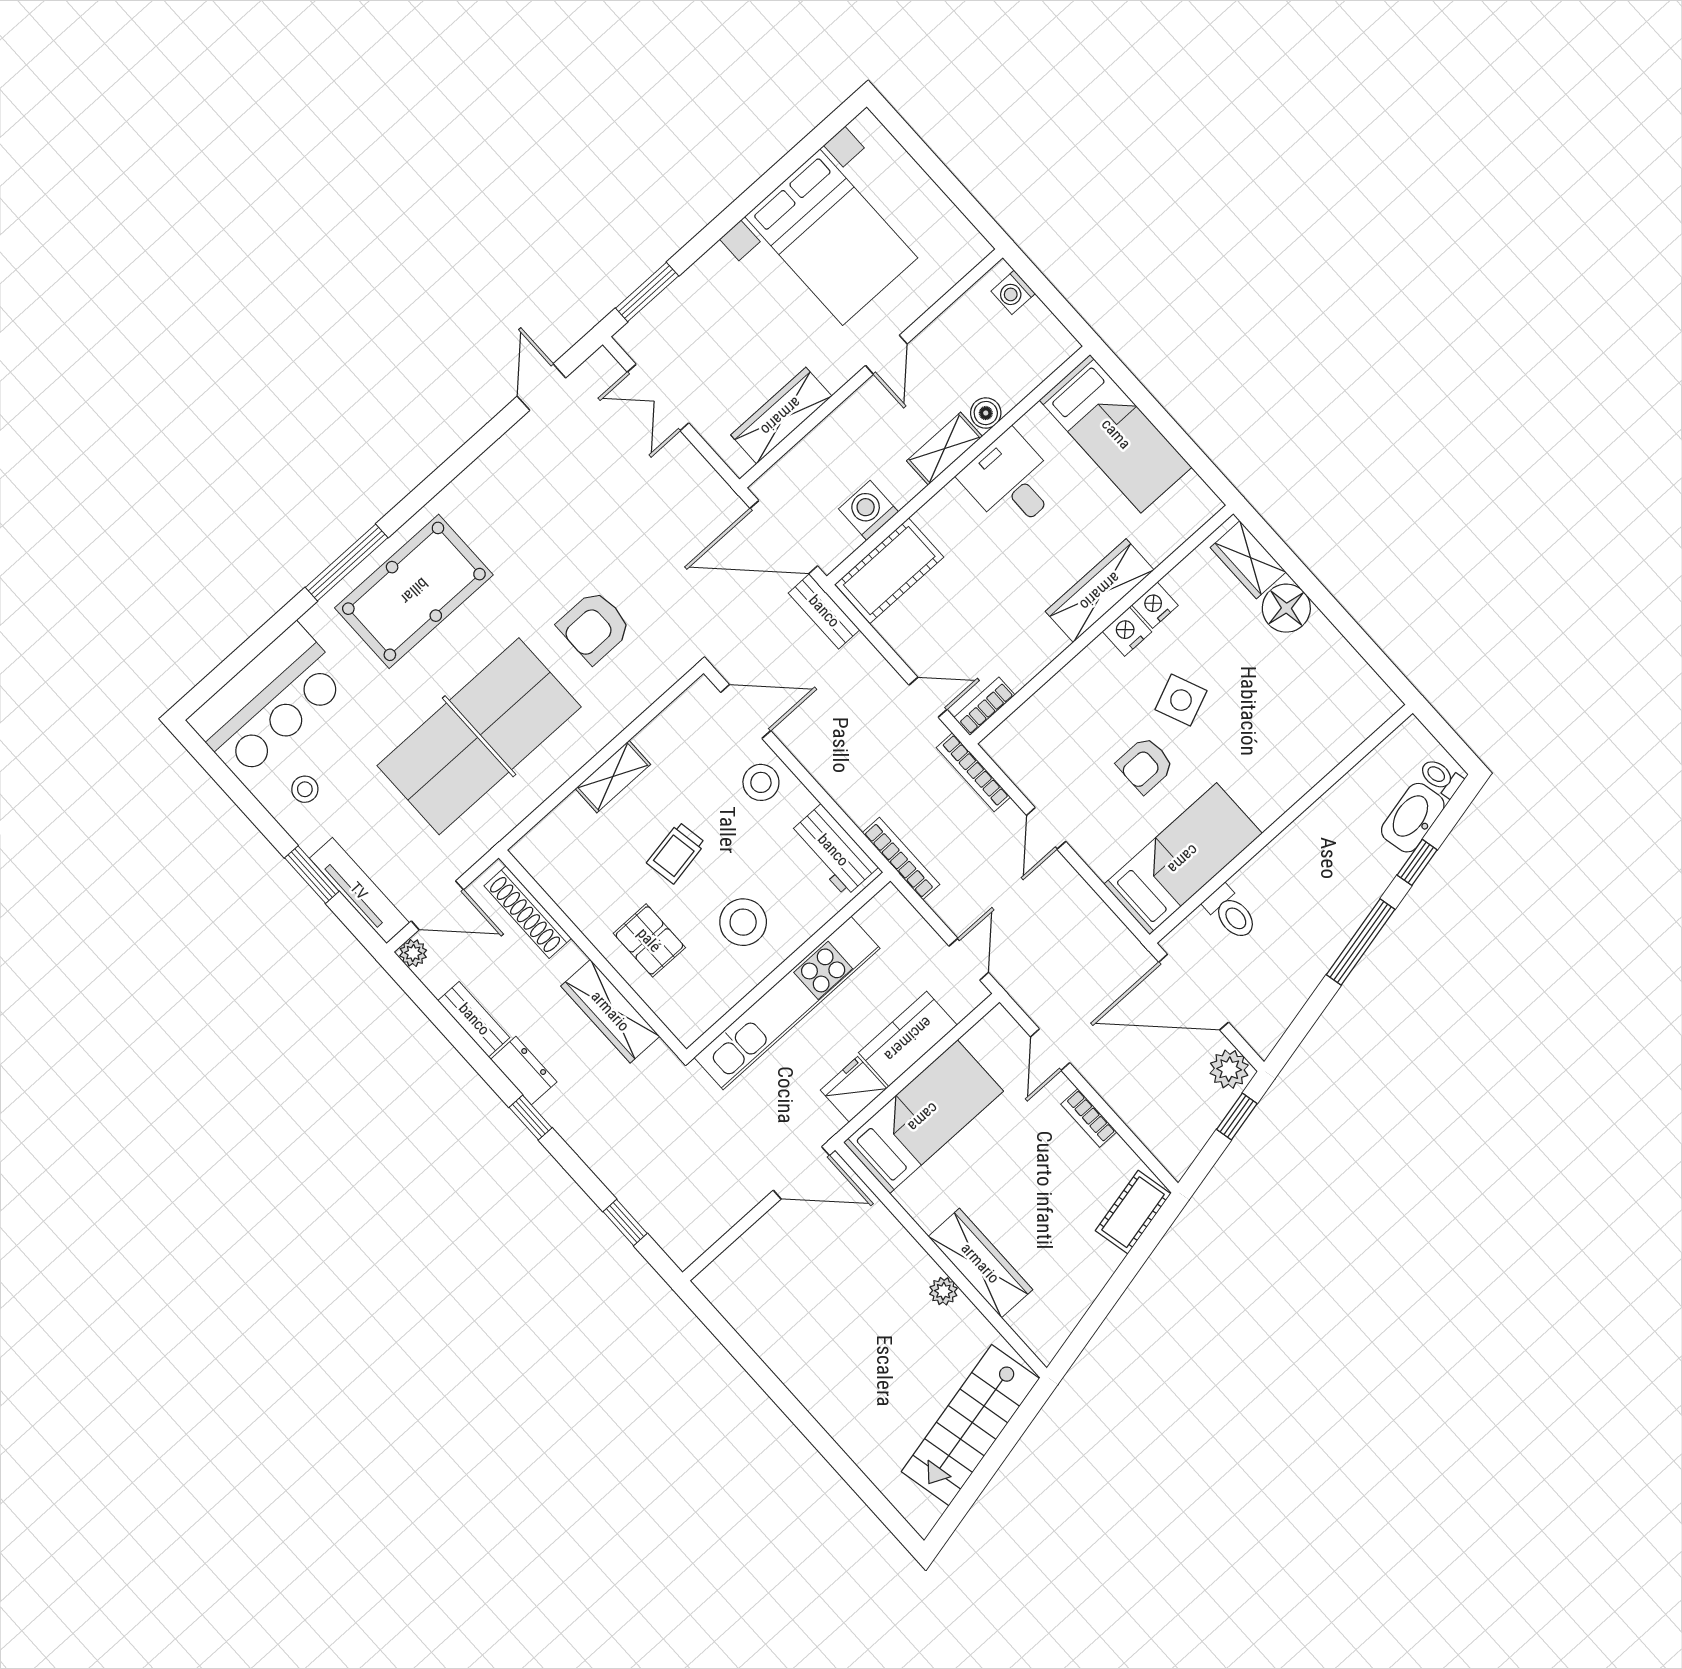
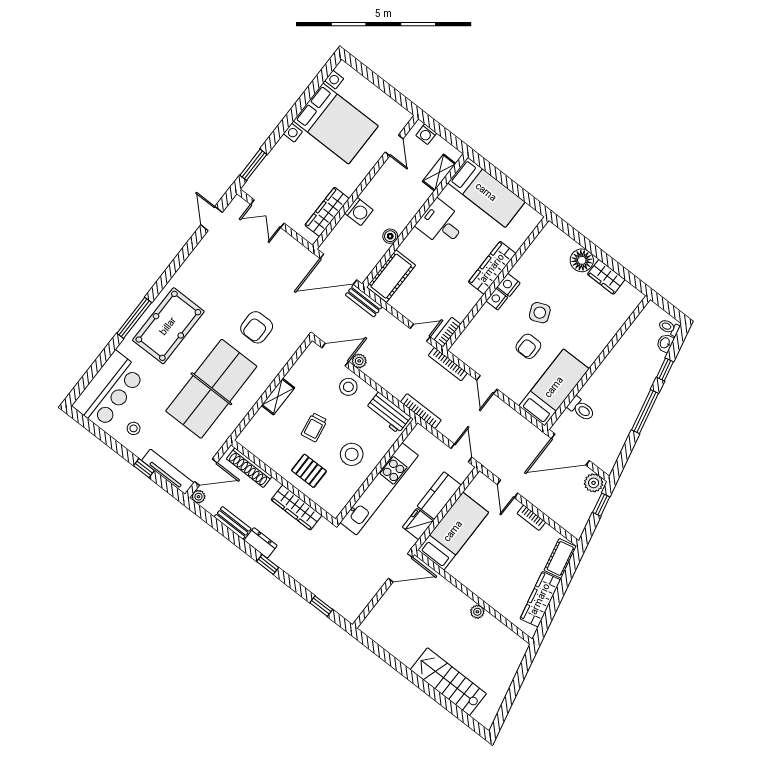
door: (886, 355) -> (394, 145), moved
boiler: (986, 413) -> (390, 236), moved
shelving: (944, 449) -> (439, 172), moved
washing machine: (868, 510) -> (359, 212), moved, turned 180
wardrobe: (1248, 560) -> (606, 277), moved
nightstand: (1155, 605) -> (497, 299), moved
plant: (793, 733) -> (359, 361), added
washbasin: (1413, 818) -> (665, 343), width x0.52, depth x0.69
window: (312, 875) -> (144, 468), width x0.67
wardrobe: (980, 1263) -> (540, 599), moved, turned -103
stairs: (970, 1425) -> (448, 682), moved, turned 103

